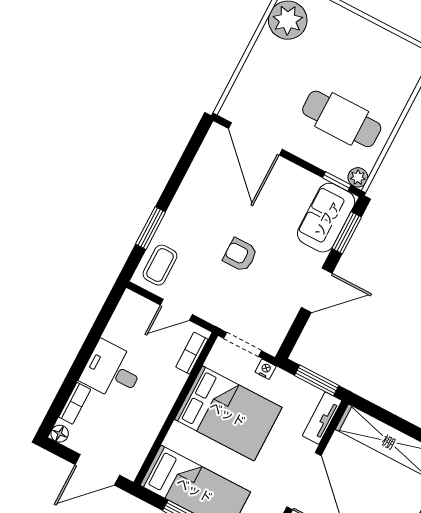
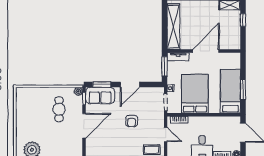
cafe table: (342, 119) -> (59, 109), width x0.73, depth x0.74
door: (255, 139) -> (84, 126), moved
door: (317, 290) -> (130, 84), swing flipped

